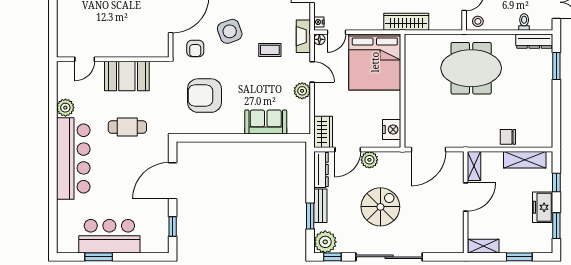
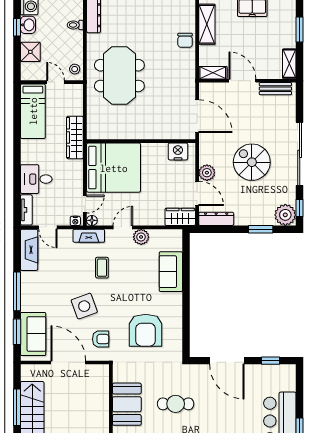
door: (336, 32) -> (85, 204), hinge flipped
cafe table: (127, 127) -> (176, 404), turned 90
bench: (320, 206) -> (275, 89), moved

